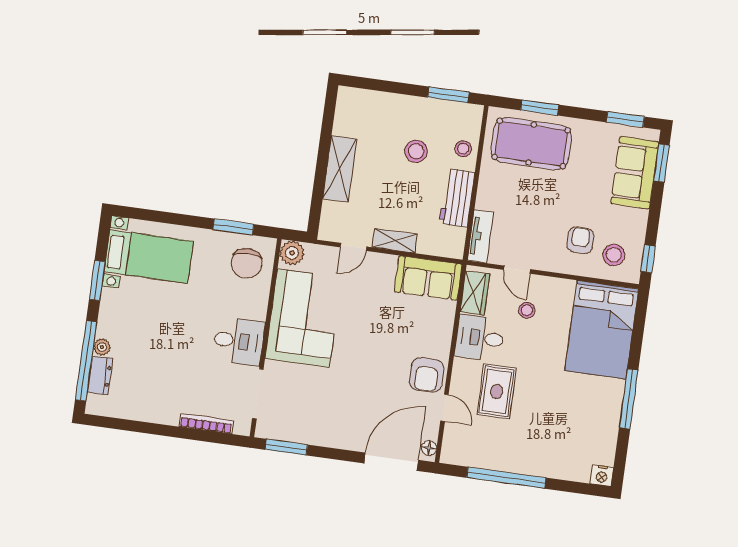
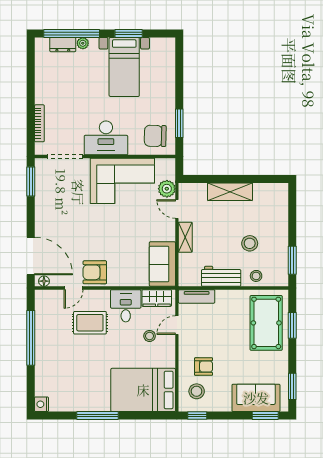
plant: (292, 253) -> (167, 189), moved
bed with nightstands: (149, 257) -> (124, 67), moved
desk: (239, 341) -> (106, 138), width x1.37

